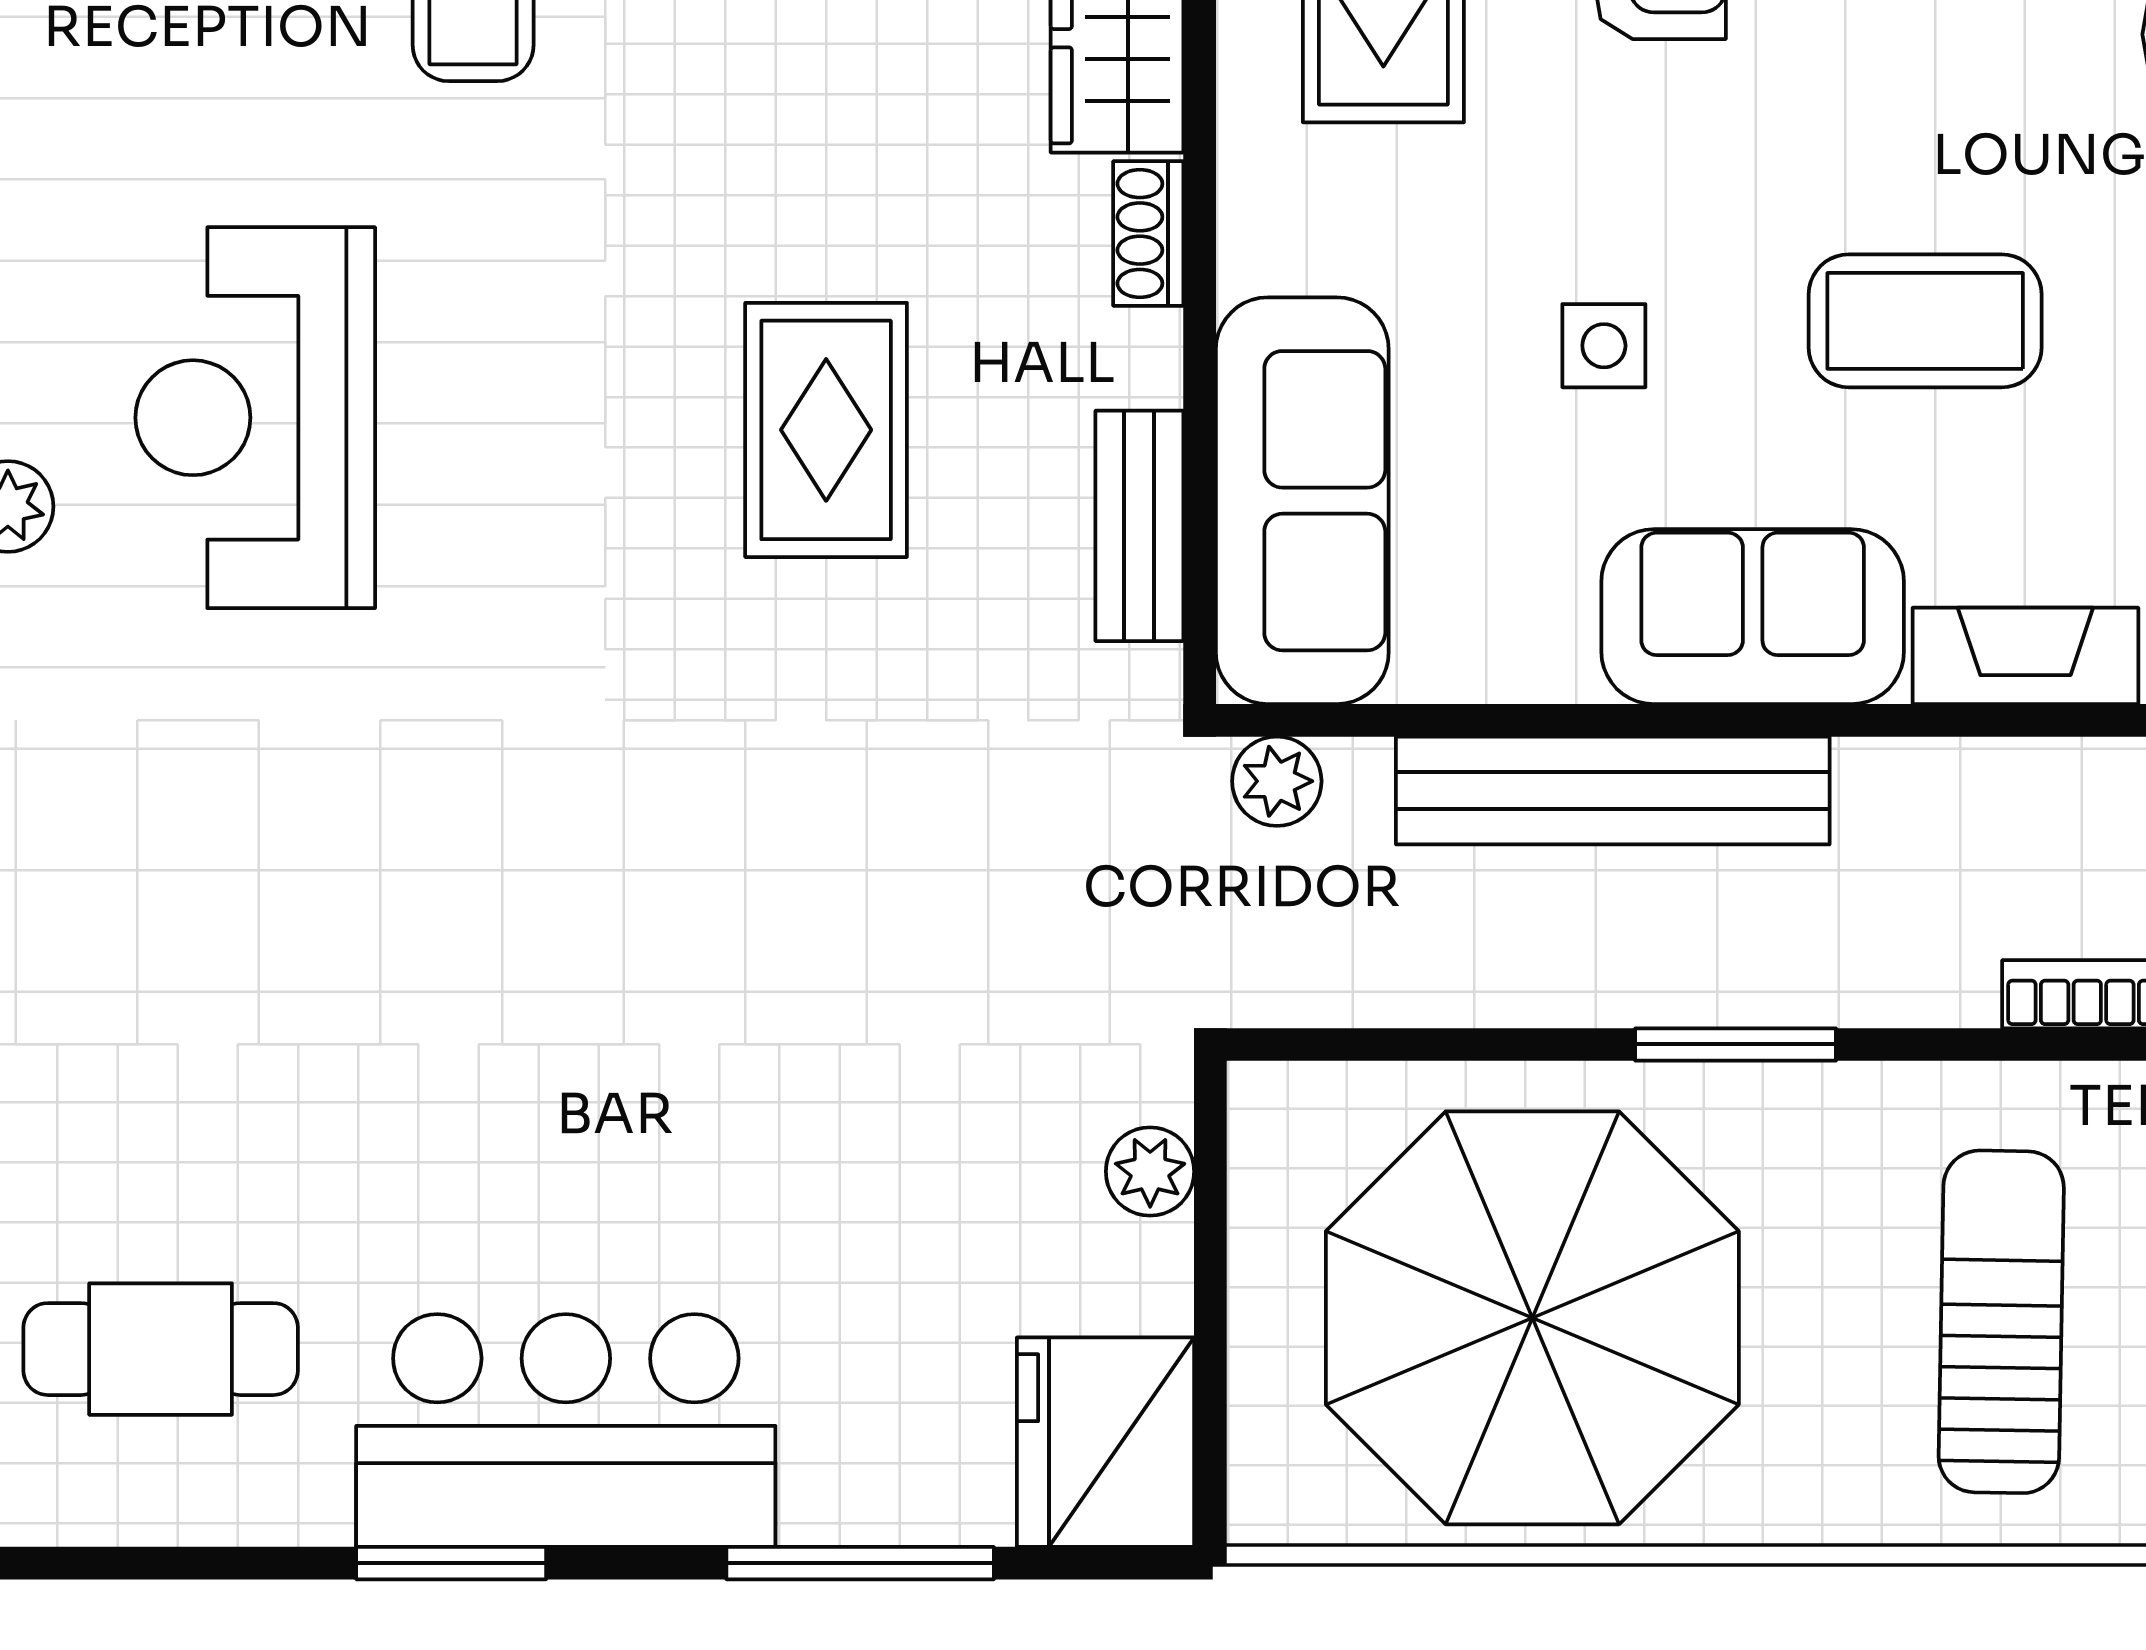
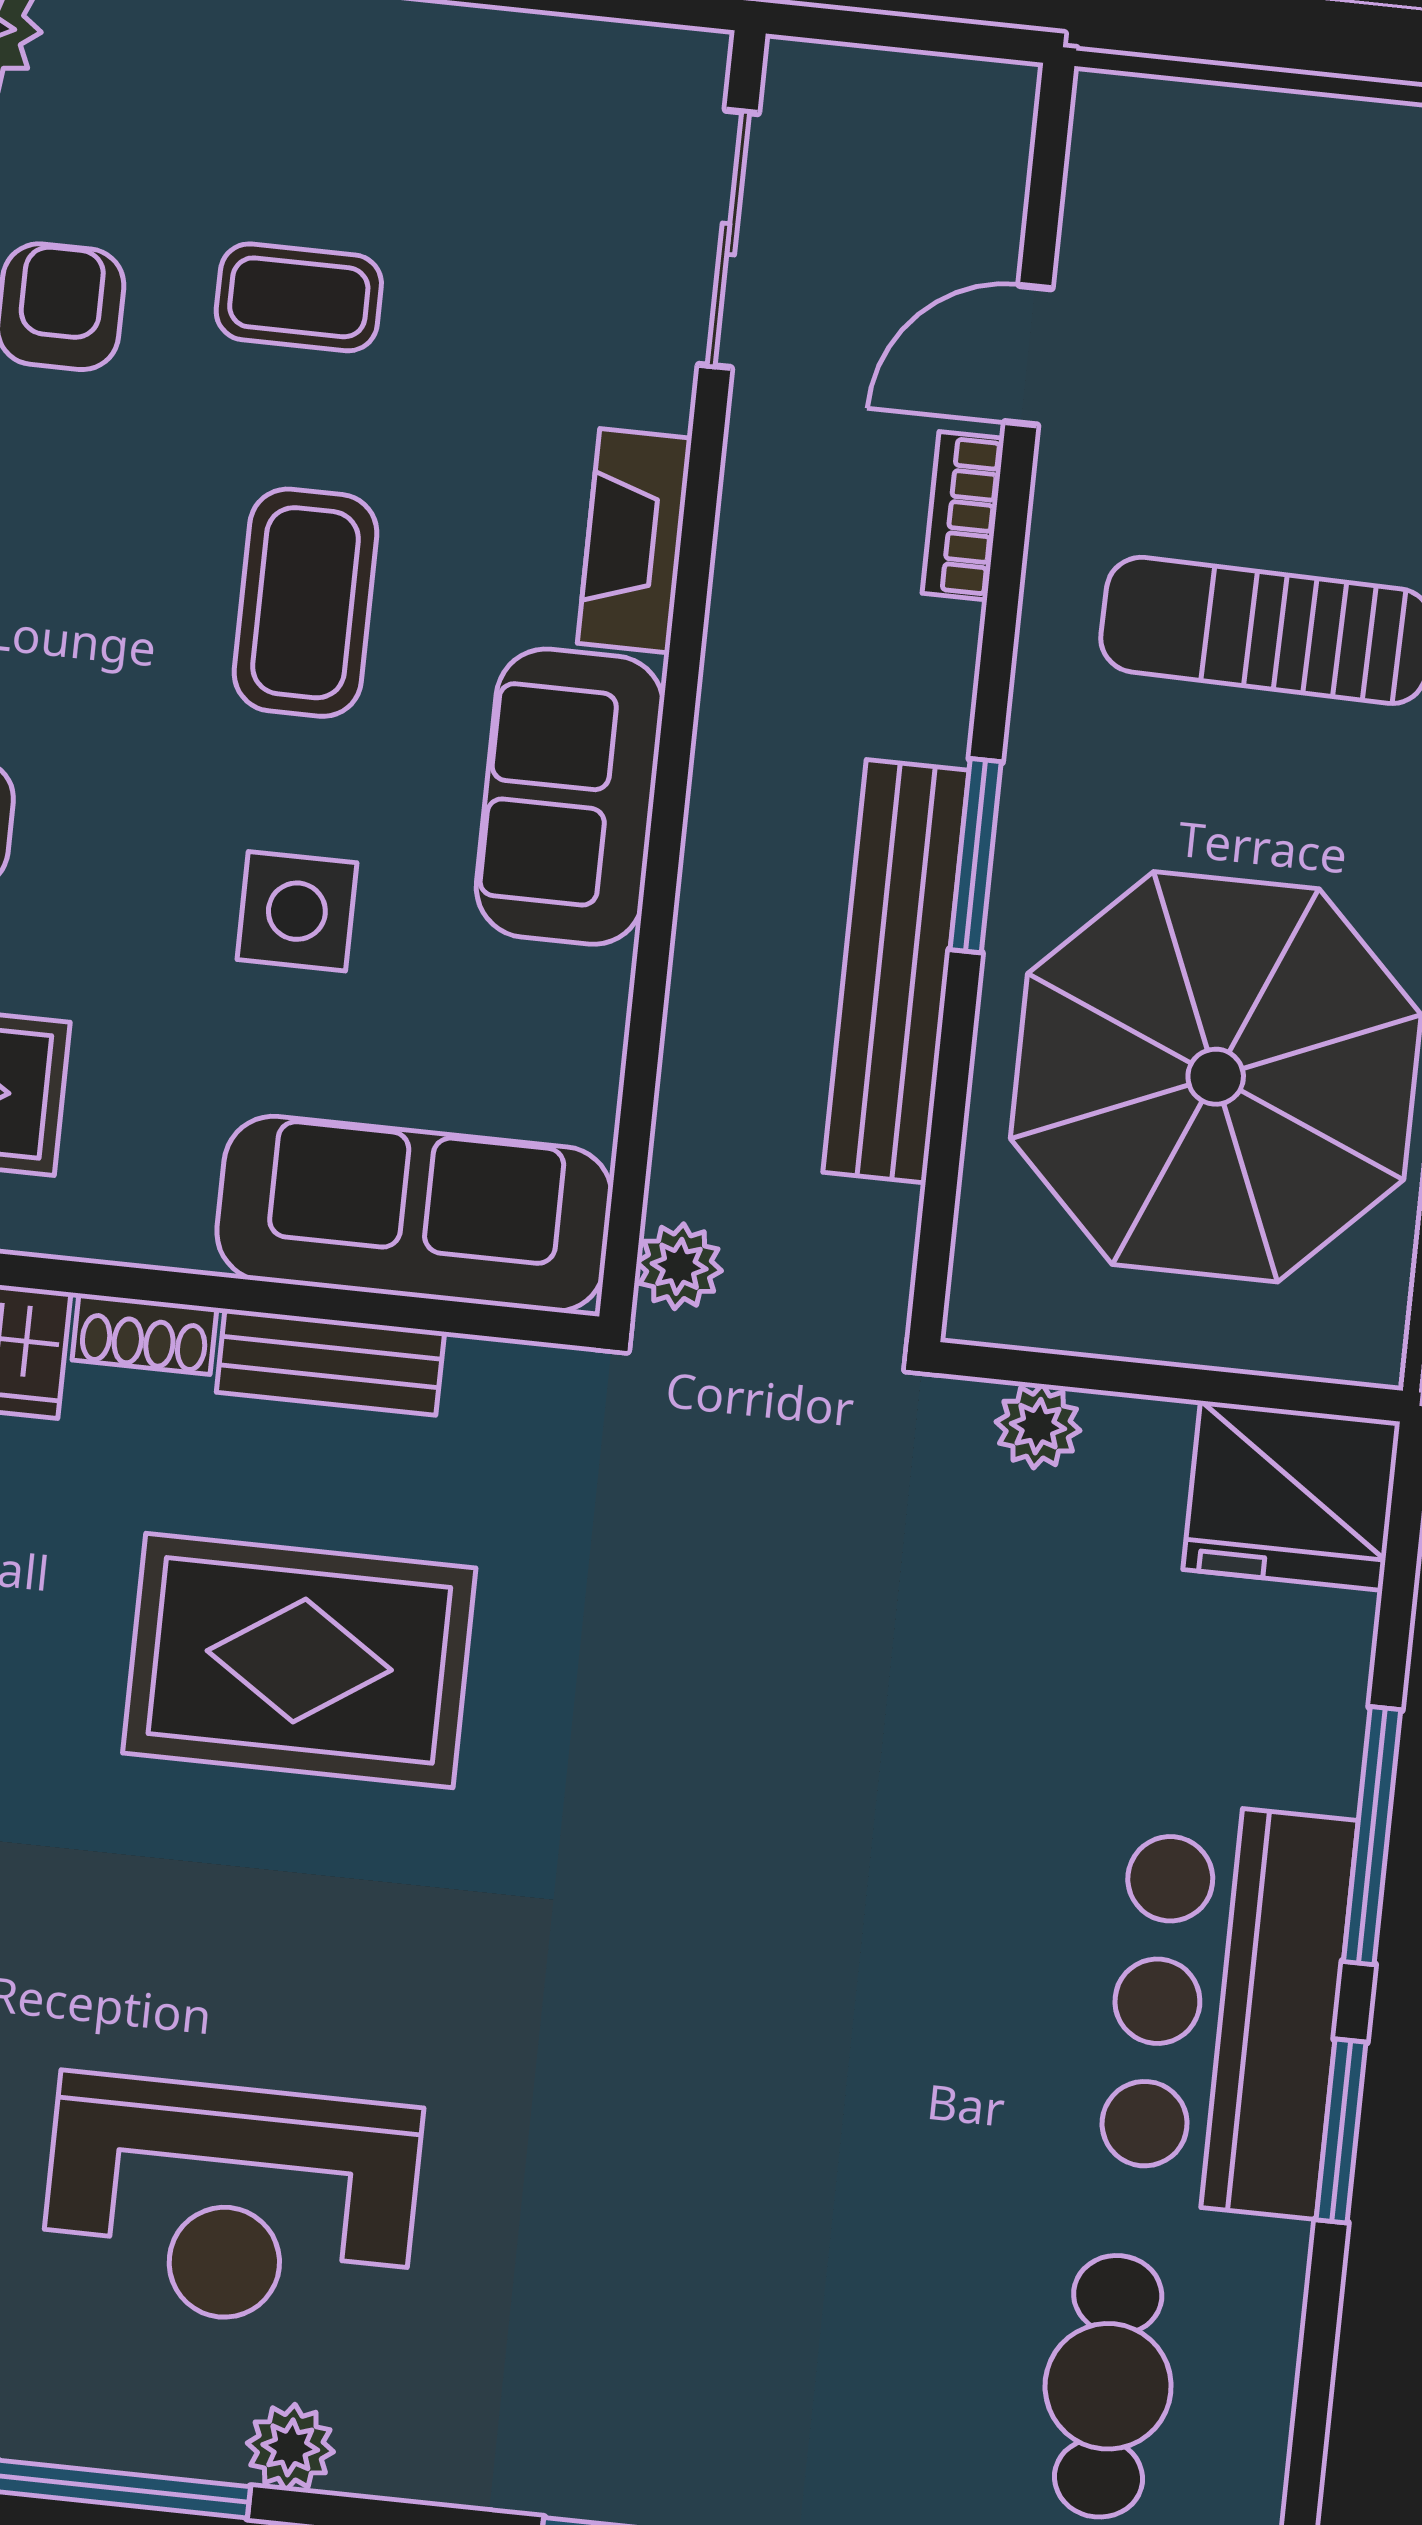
side table: (1604, 346) -> (297, 911), width x1.37, depth x1.37
rug: (826, 430) -> (299, 1660), width x1.36, depth x1.43
bench: (1139, 526) -> (330, 1362), moved
bench: (1613, 790) -> (896, 971), moved
window: (860, 1563) -> (1372, 1836), moved

